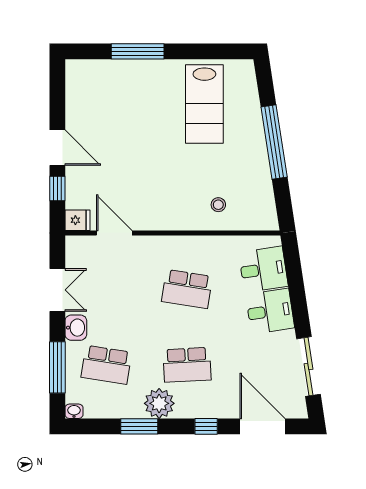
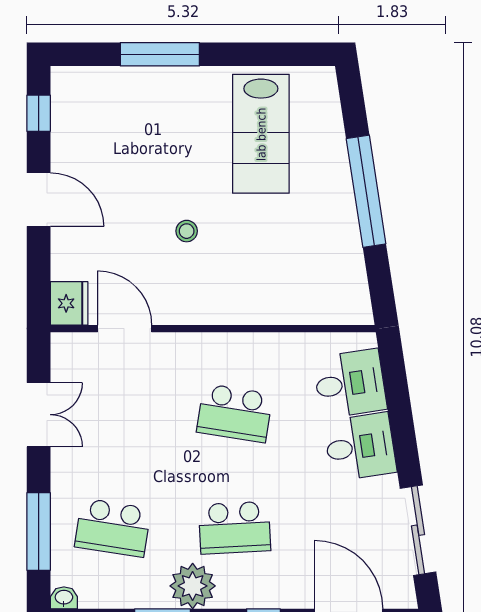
window: (57, 189) -> (39, 113), moved
stool: (218, 205) -> (187, 231), moved
fridge: (77, 220) -> (69, 303), width x1.38
washbasin: (76, 328) -> (67, 471), removed

